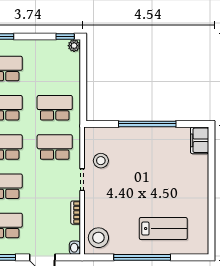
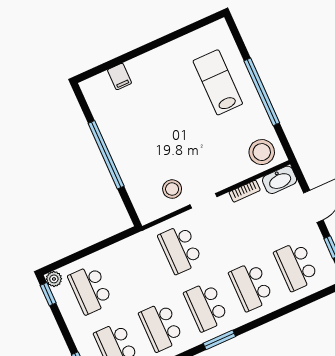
school desk: (55, 108) -> (90, 289), moved
filing cabinet: (200, 140) -> (119, 77), moved, width x0.50
washbasin: (75, 248) -> (280, 180), width x1.91, depth x1.45

